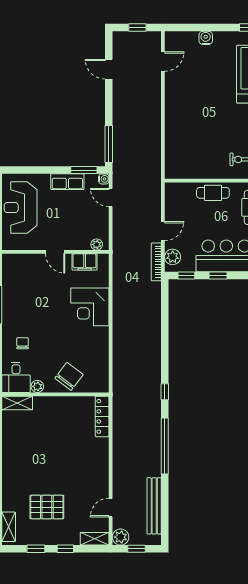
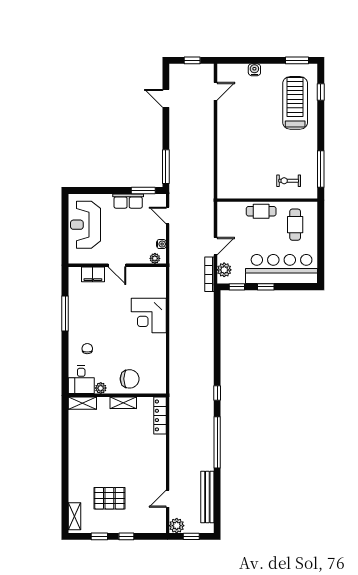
water cooler: (104, 179) -> (161, 244), moved
filing cabinet: (85, 262) -> (93, 274), moved
chair: (69, 376) -> (130, 379), turned 53
shelving: (95, 539) -> (123, 403), moved

